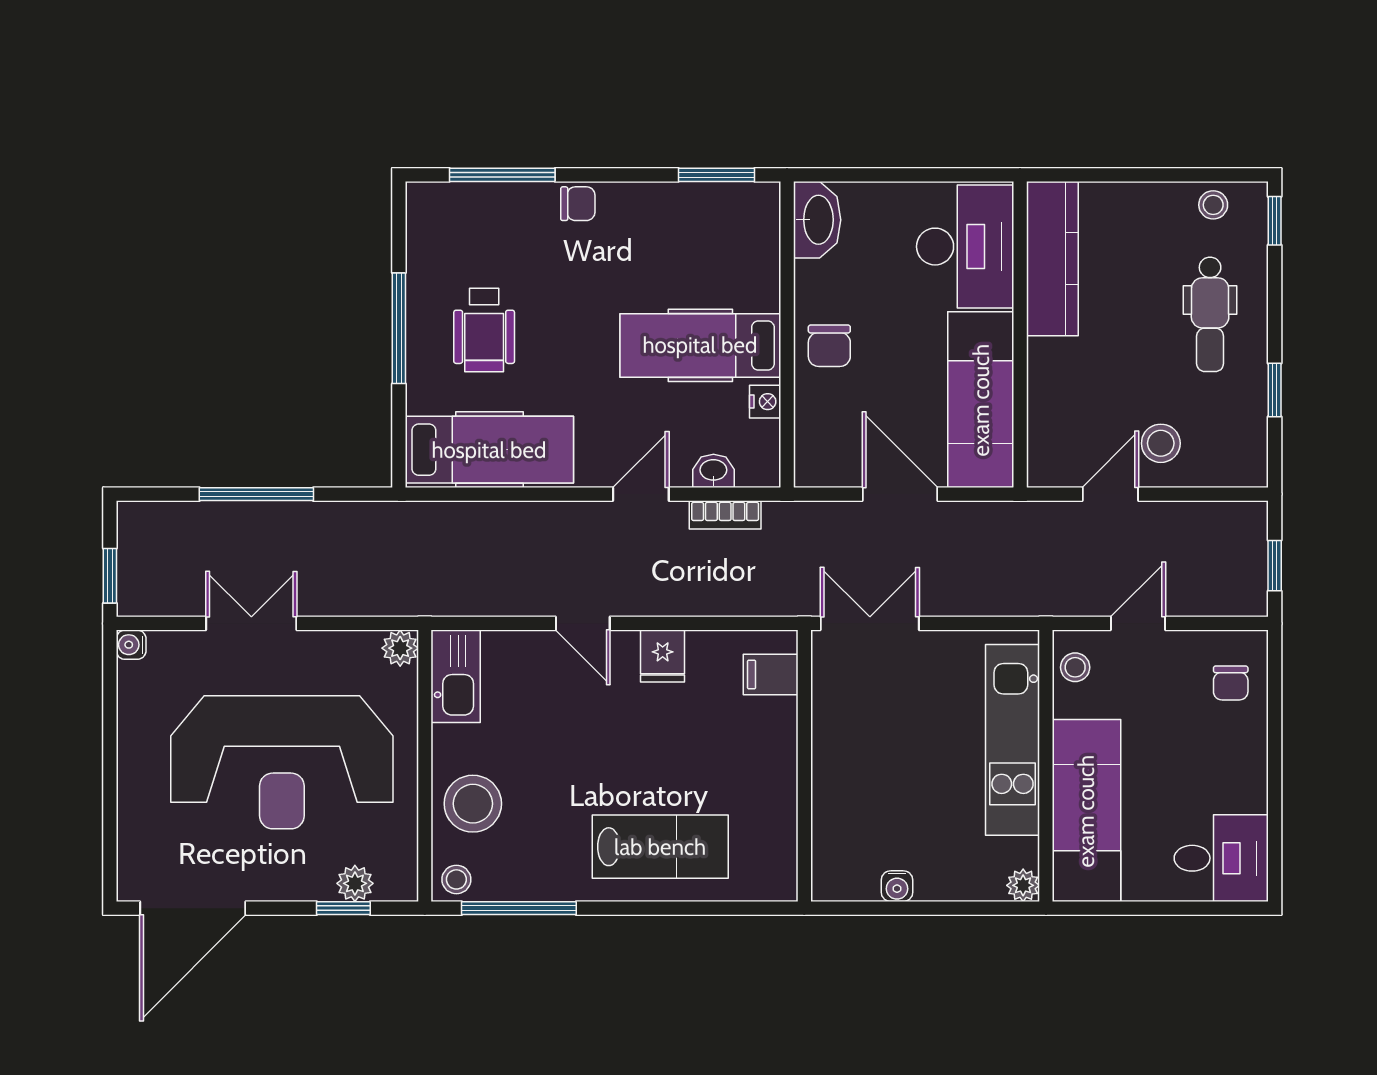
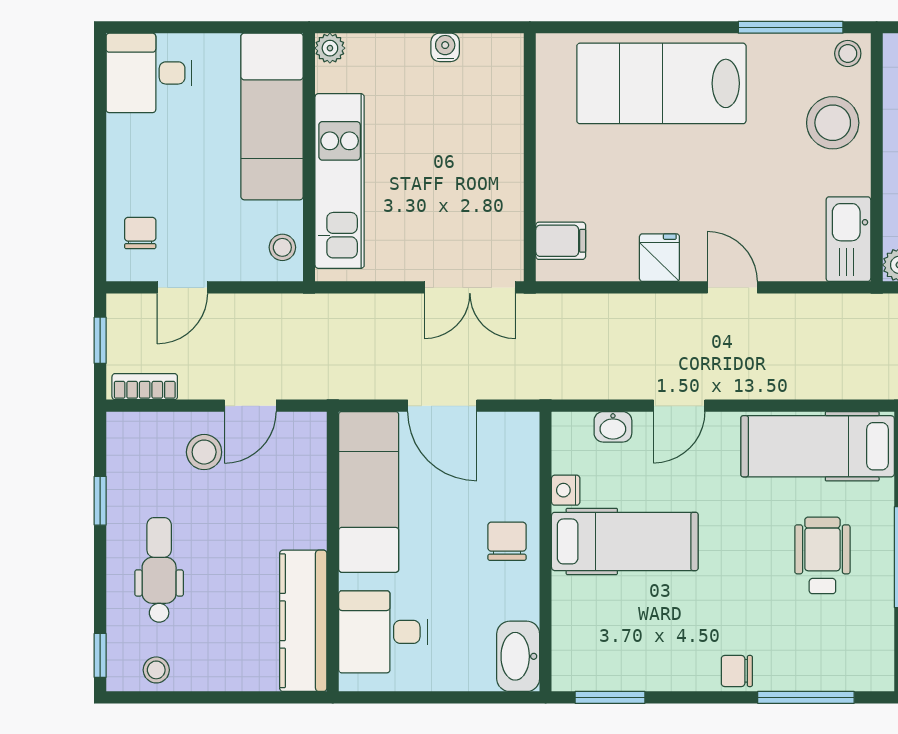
desk: (965, 247) -> (383, 632), width x0.73
bookcase: (725, 515) -> (145, 387), moved
door: (1138, 623) -> (182, 287), moved
lab bench: (660, 847) -> (661, 83), width x1.36, depth x1.39

